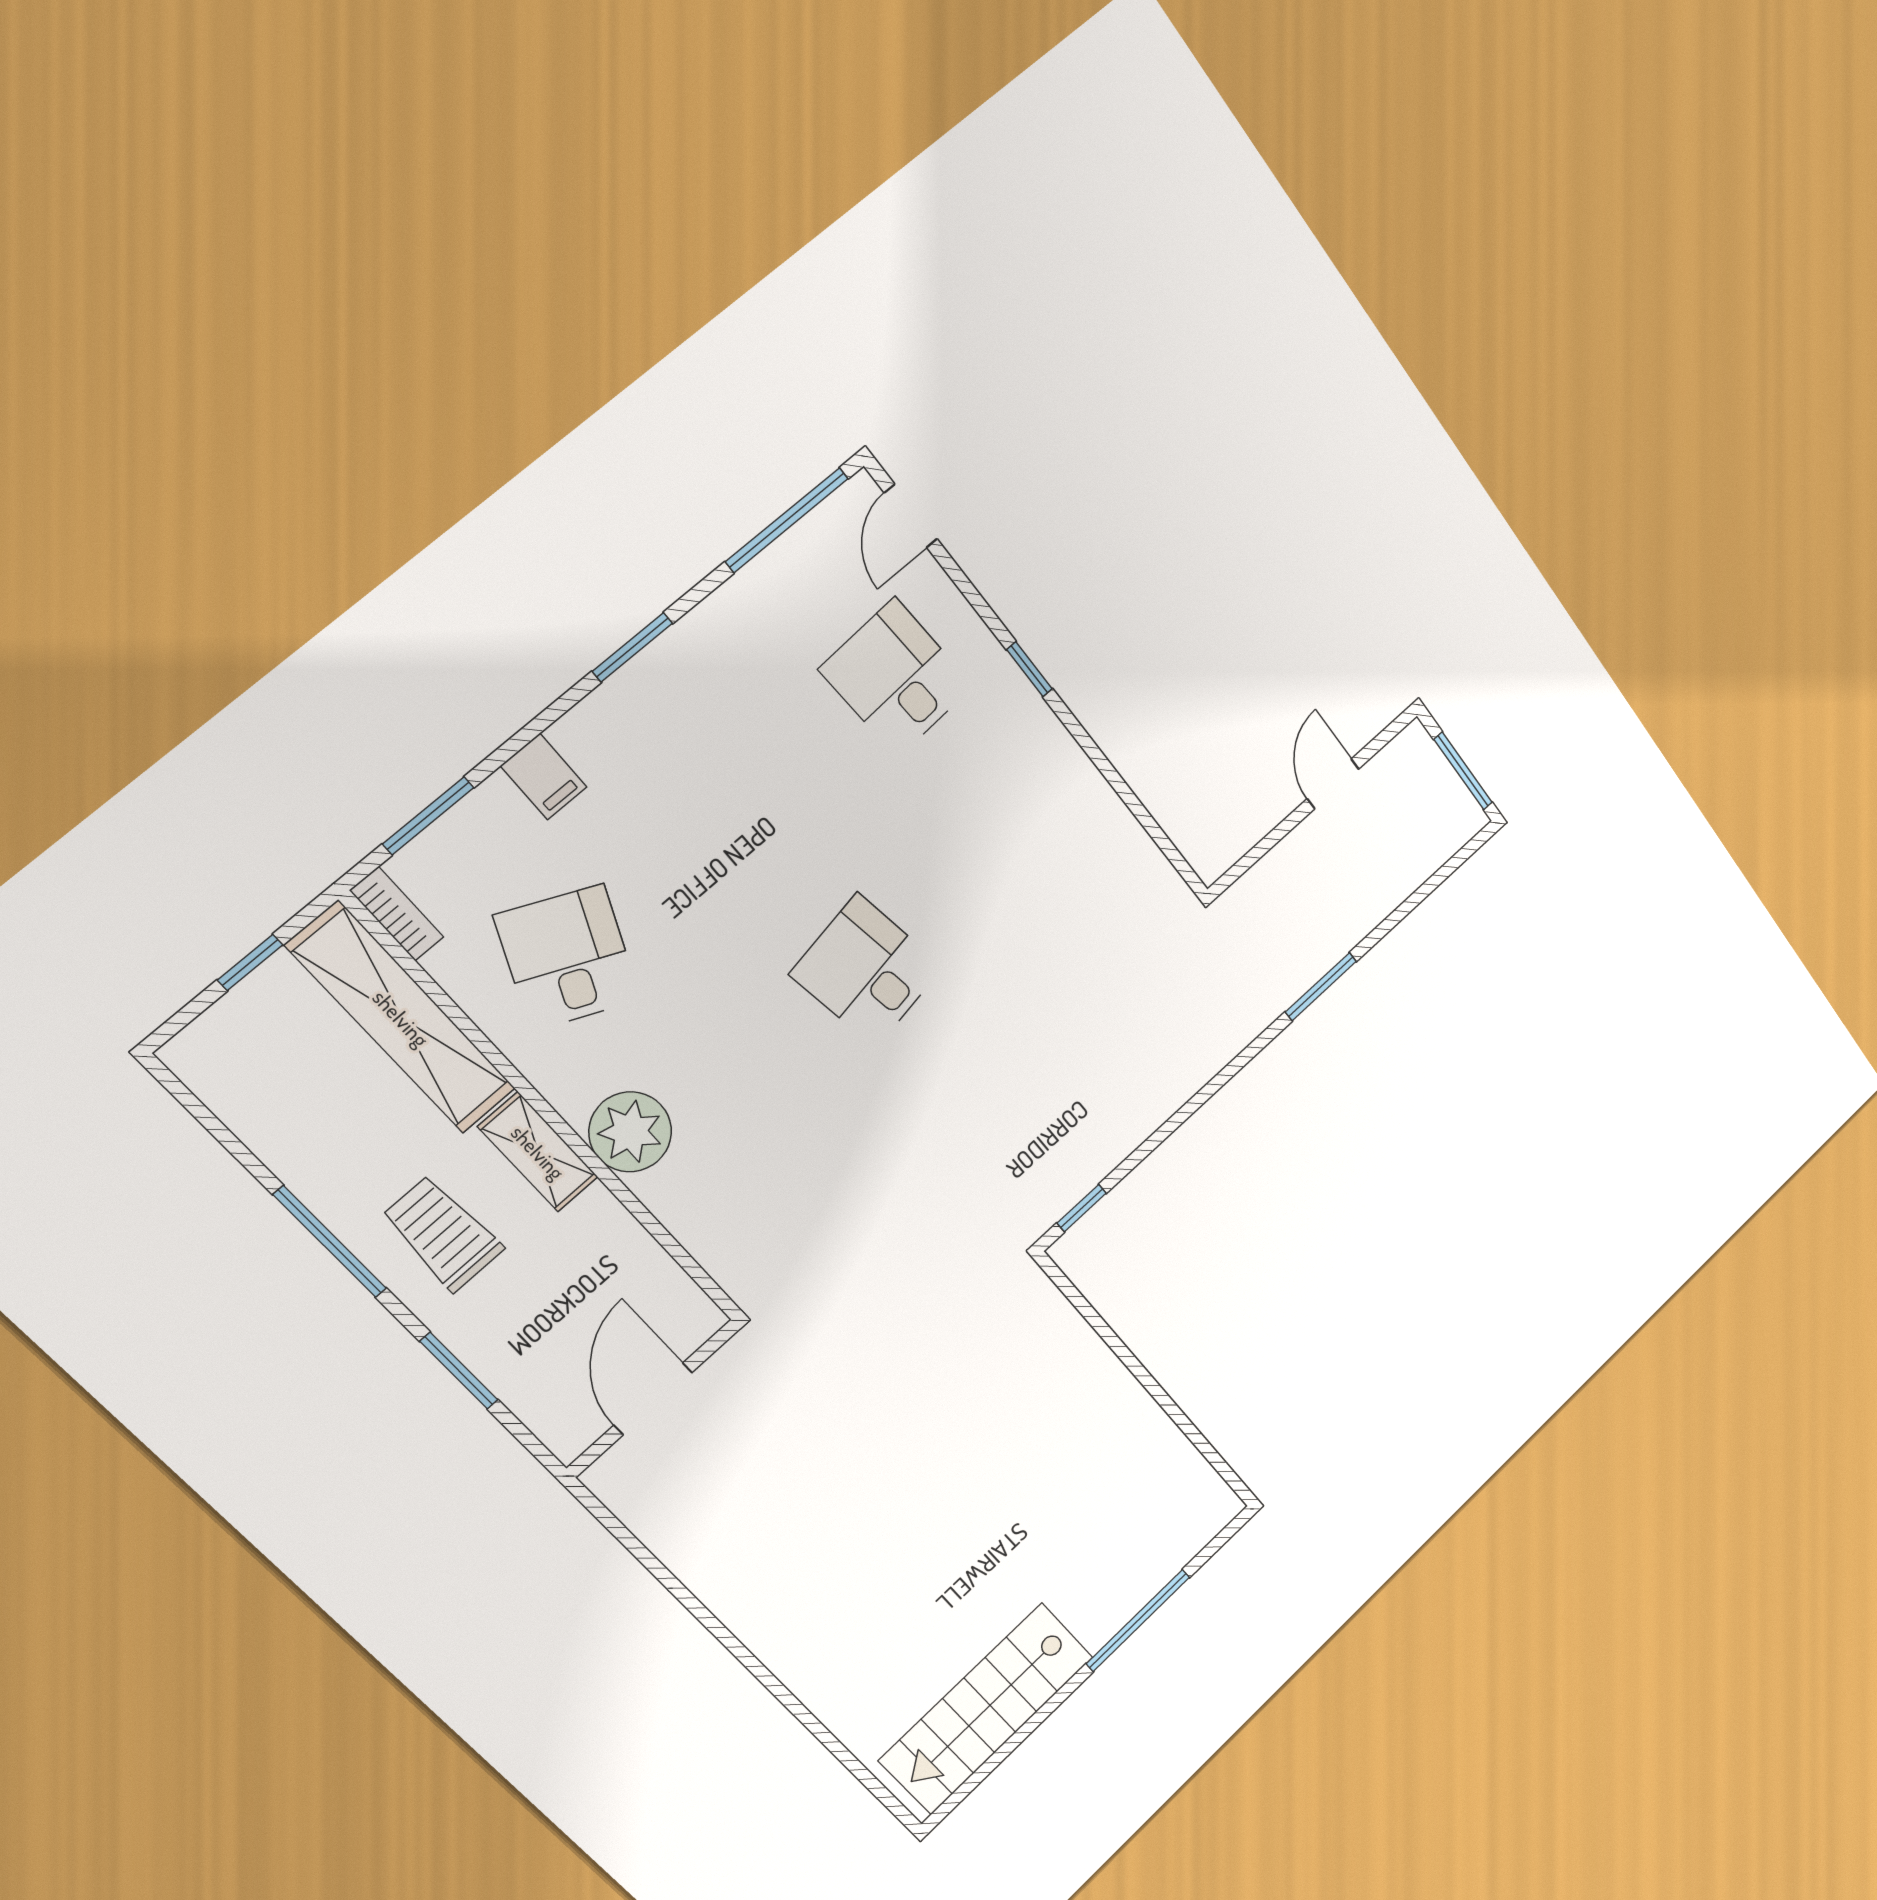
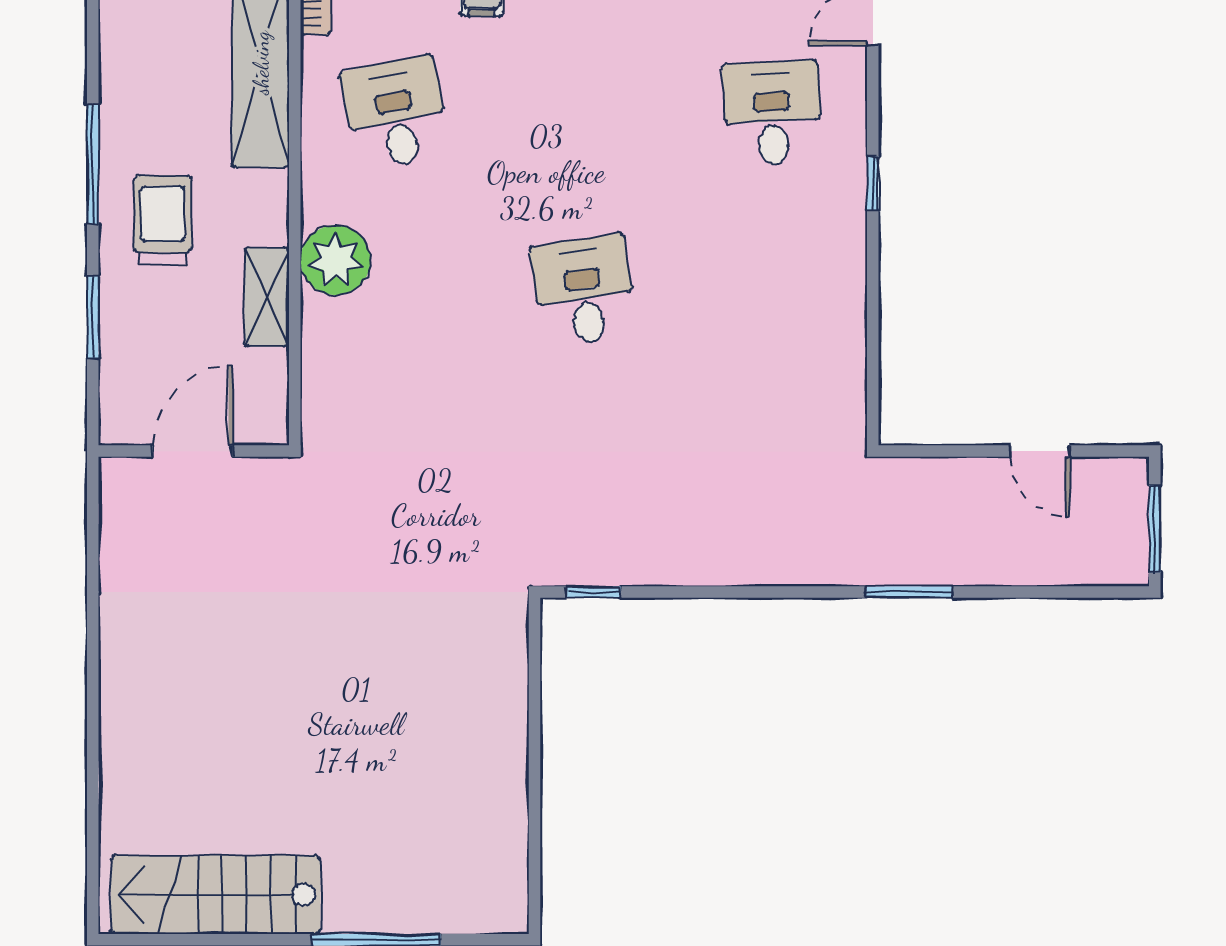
door: (1333, 784) -> (1040, 451), swing flipped
desk: (567, 958) -> (396, 113), turned -36
shelving: (538, 1152) -> (267, 297), moved

